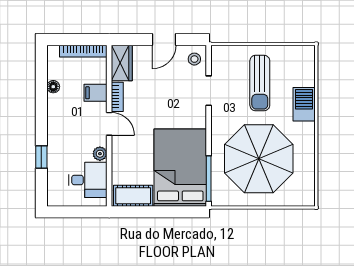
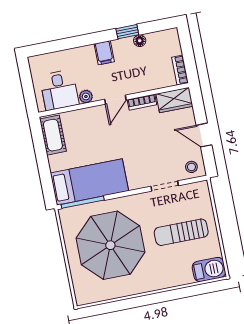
bookcase: (83, 51) -> (180, 70), width x0.64
filing cabinet: (96, 93) -> (104, 53), moved, turned 180
barbecue: (304, 104) -> (209, 270), moved
window: (41, 157) -> (127, 32), moved
bed: (180, 168) -> (89, 182), width x0.67

